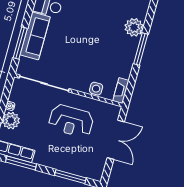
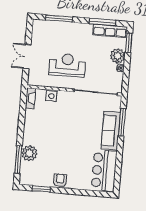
window: (141, 49) -> (18, 160), moved
double door: (116, 140) -> (27, 56), width x0.73

